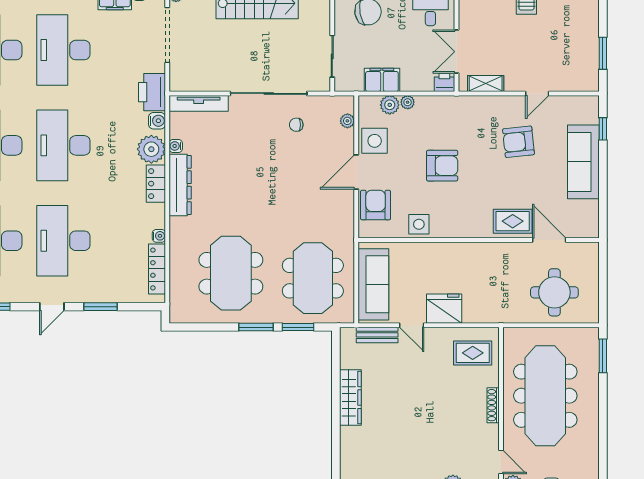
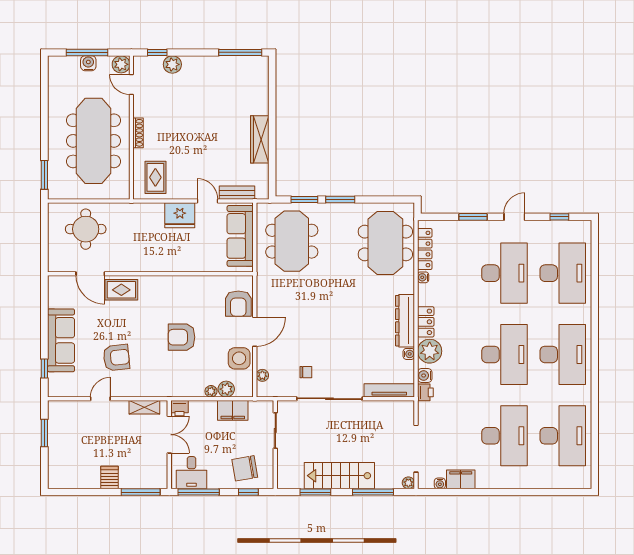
printer: (152, 92) -> (425, 392), width x0.53, depth x0.68
side table: (419, 224) -> (201, 287), removed
meeting table: (231, 273) -> (385, 243), moved
rug: (473, 353) -> (155, 177), turned 90

